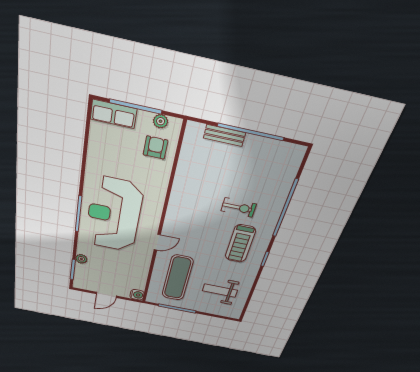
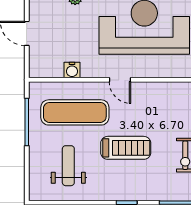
treadmill: (240, 244) -> (126, 148), moved, turned 180
water cooler: (137, 295) -> (72, 70), moved

